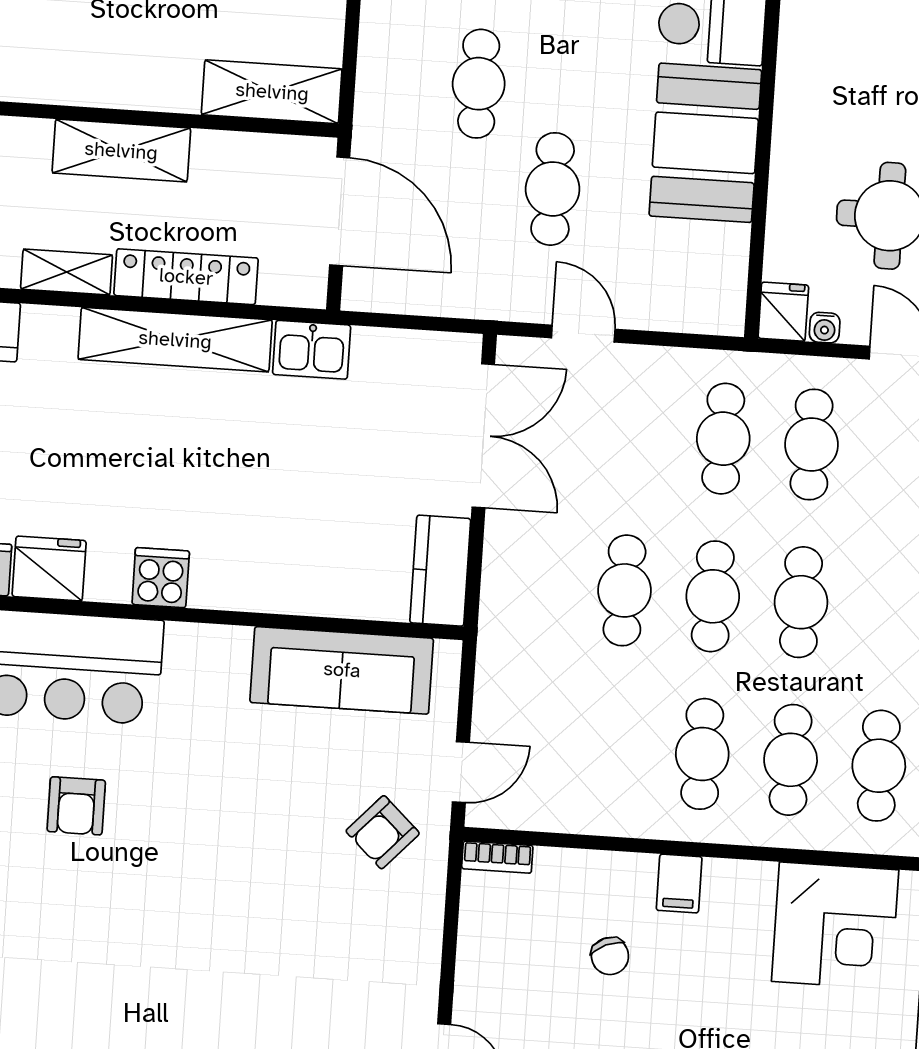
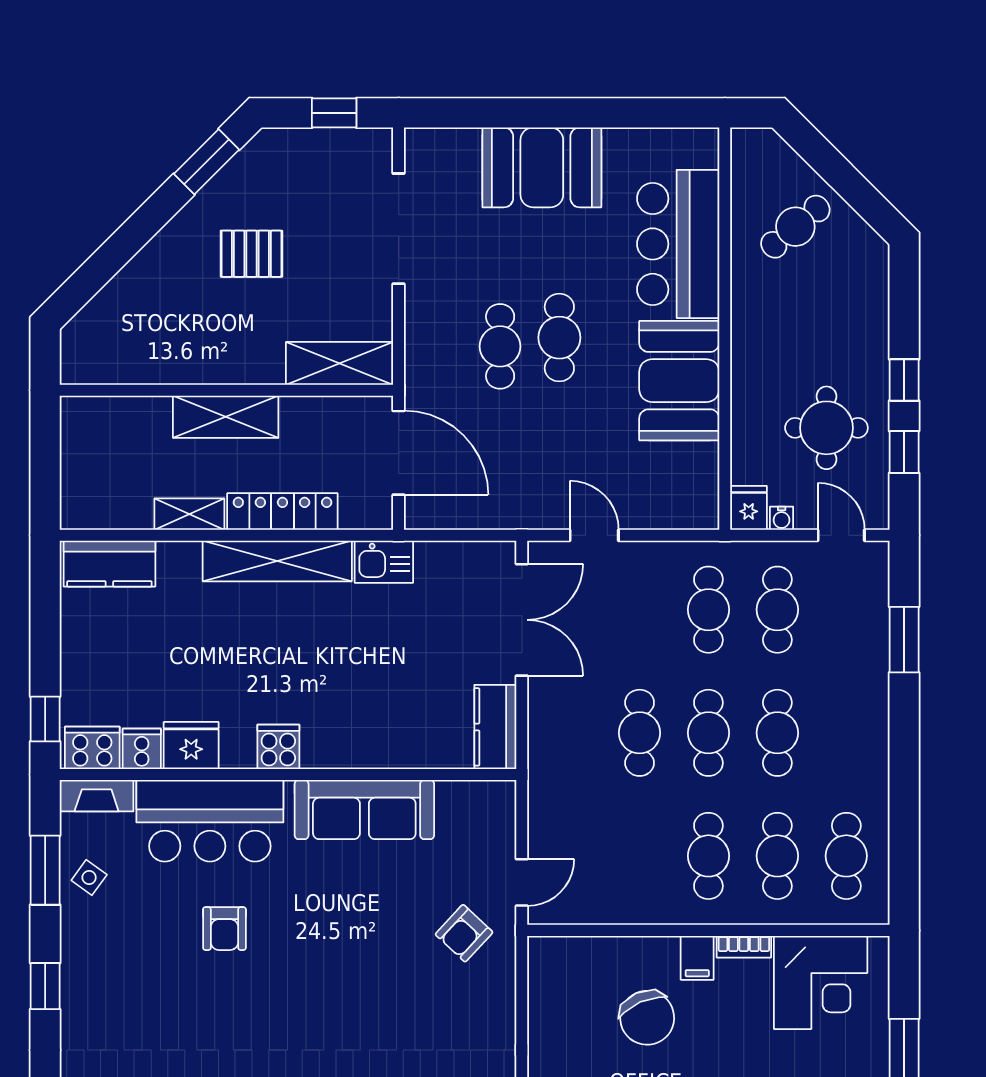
cafe table: (553, 189) -> (559, 338), moved
sofa: (342, 670) -> (364, 810), moved
bookcase: (497, 857) -> (744, 947), moved
chair: (610, 956) -> (647, 1018), width x1.87, depth x1.87

